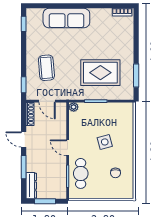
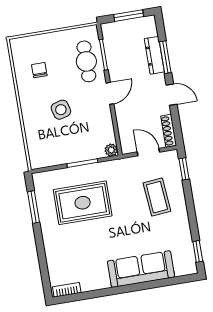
door: (68, 148) -> (110, 93), hinge flipped
dresser: (31, 186) -> (154, 55), moved

